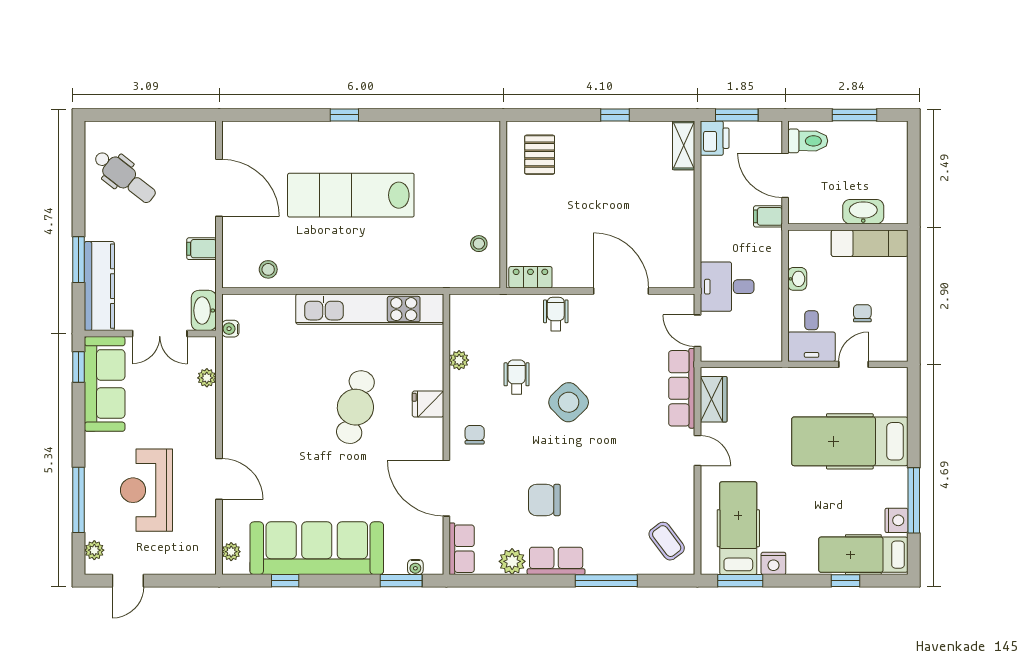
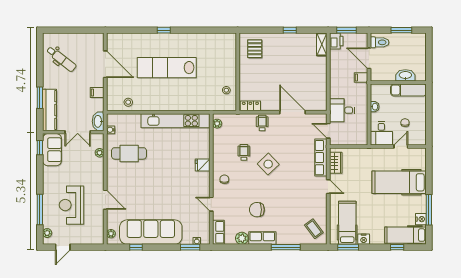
plant: (459, 360) -> (217, 124), moved
sofa: (105, 384) -> (52, 150), width x0.73
cafe table: (355, 407) -> (129, 153), moved, turned 76
door: (446, 488) -> (211, 204), width x0.53

